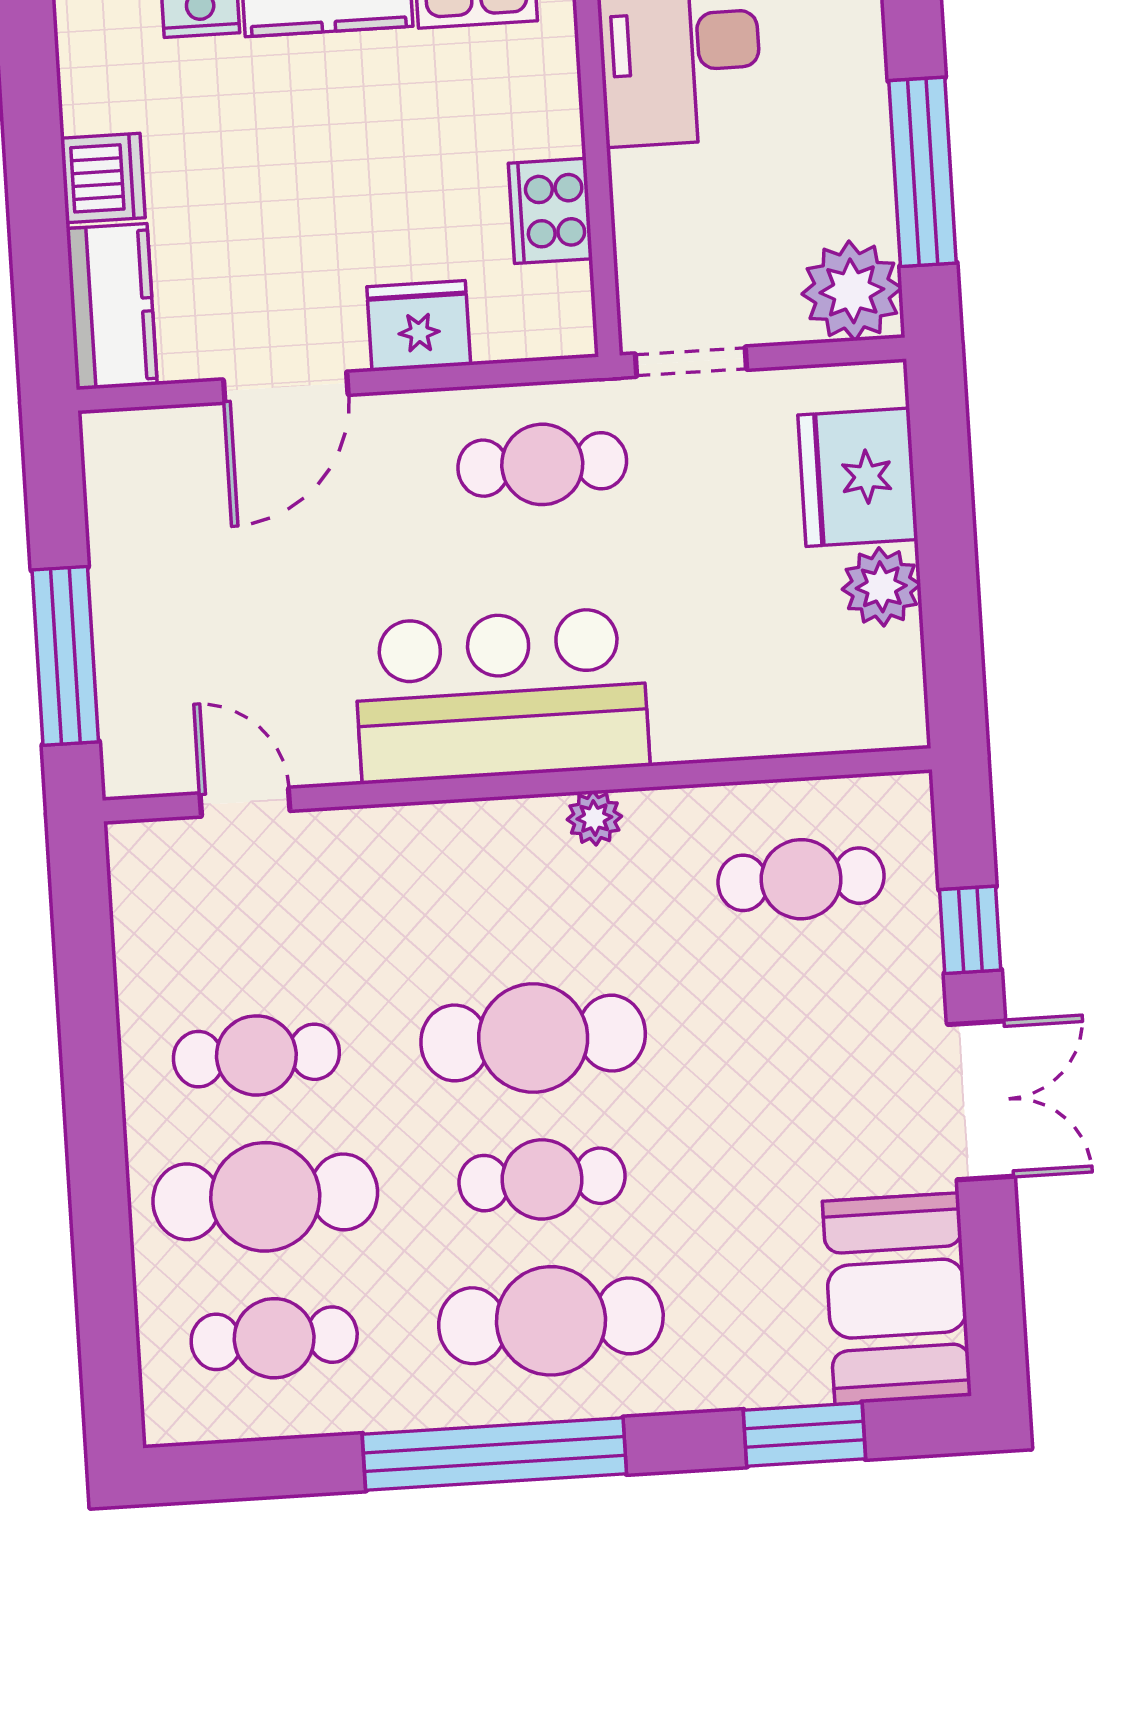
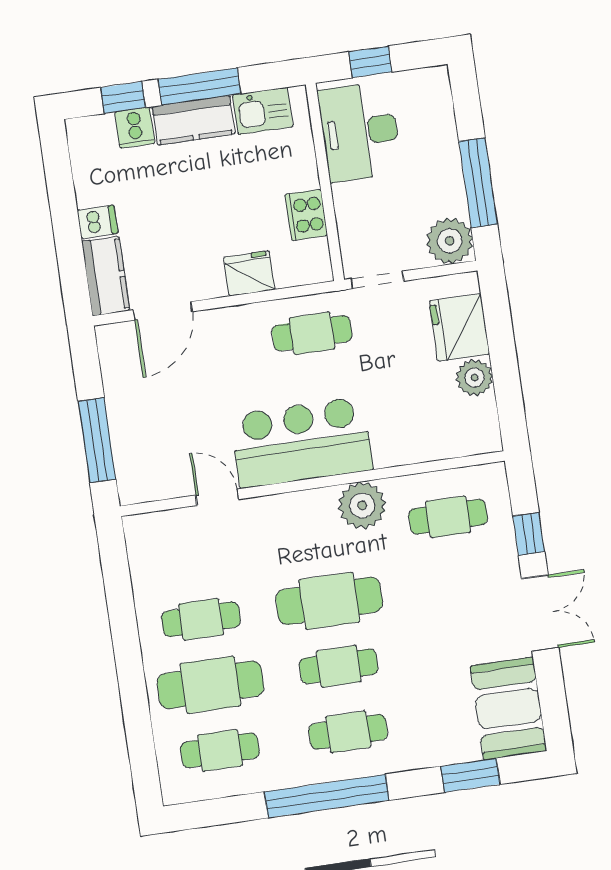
dishwasher: (103, 178) -> (97, 222), width x0.73
door: (286, 387) -> (163, 311), moved
door: (245, 802) -> (217, 497), moved
plant: (594, 818) -> (362, 505), width x1.88, depth x1.88
cafe table: (551, 1321) -> (348, 732), width x0.73, depth x0.74

